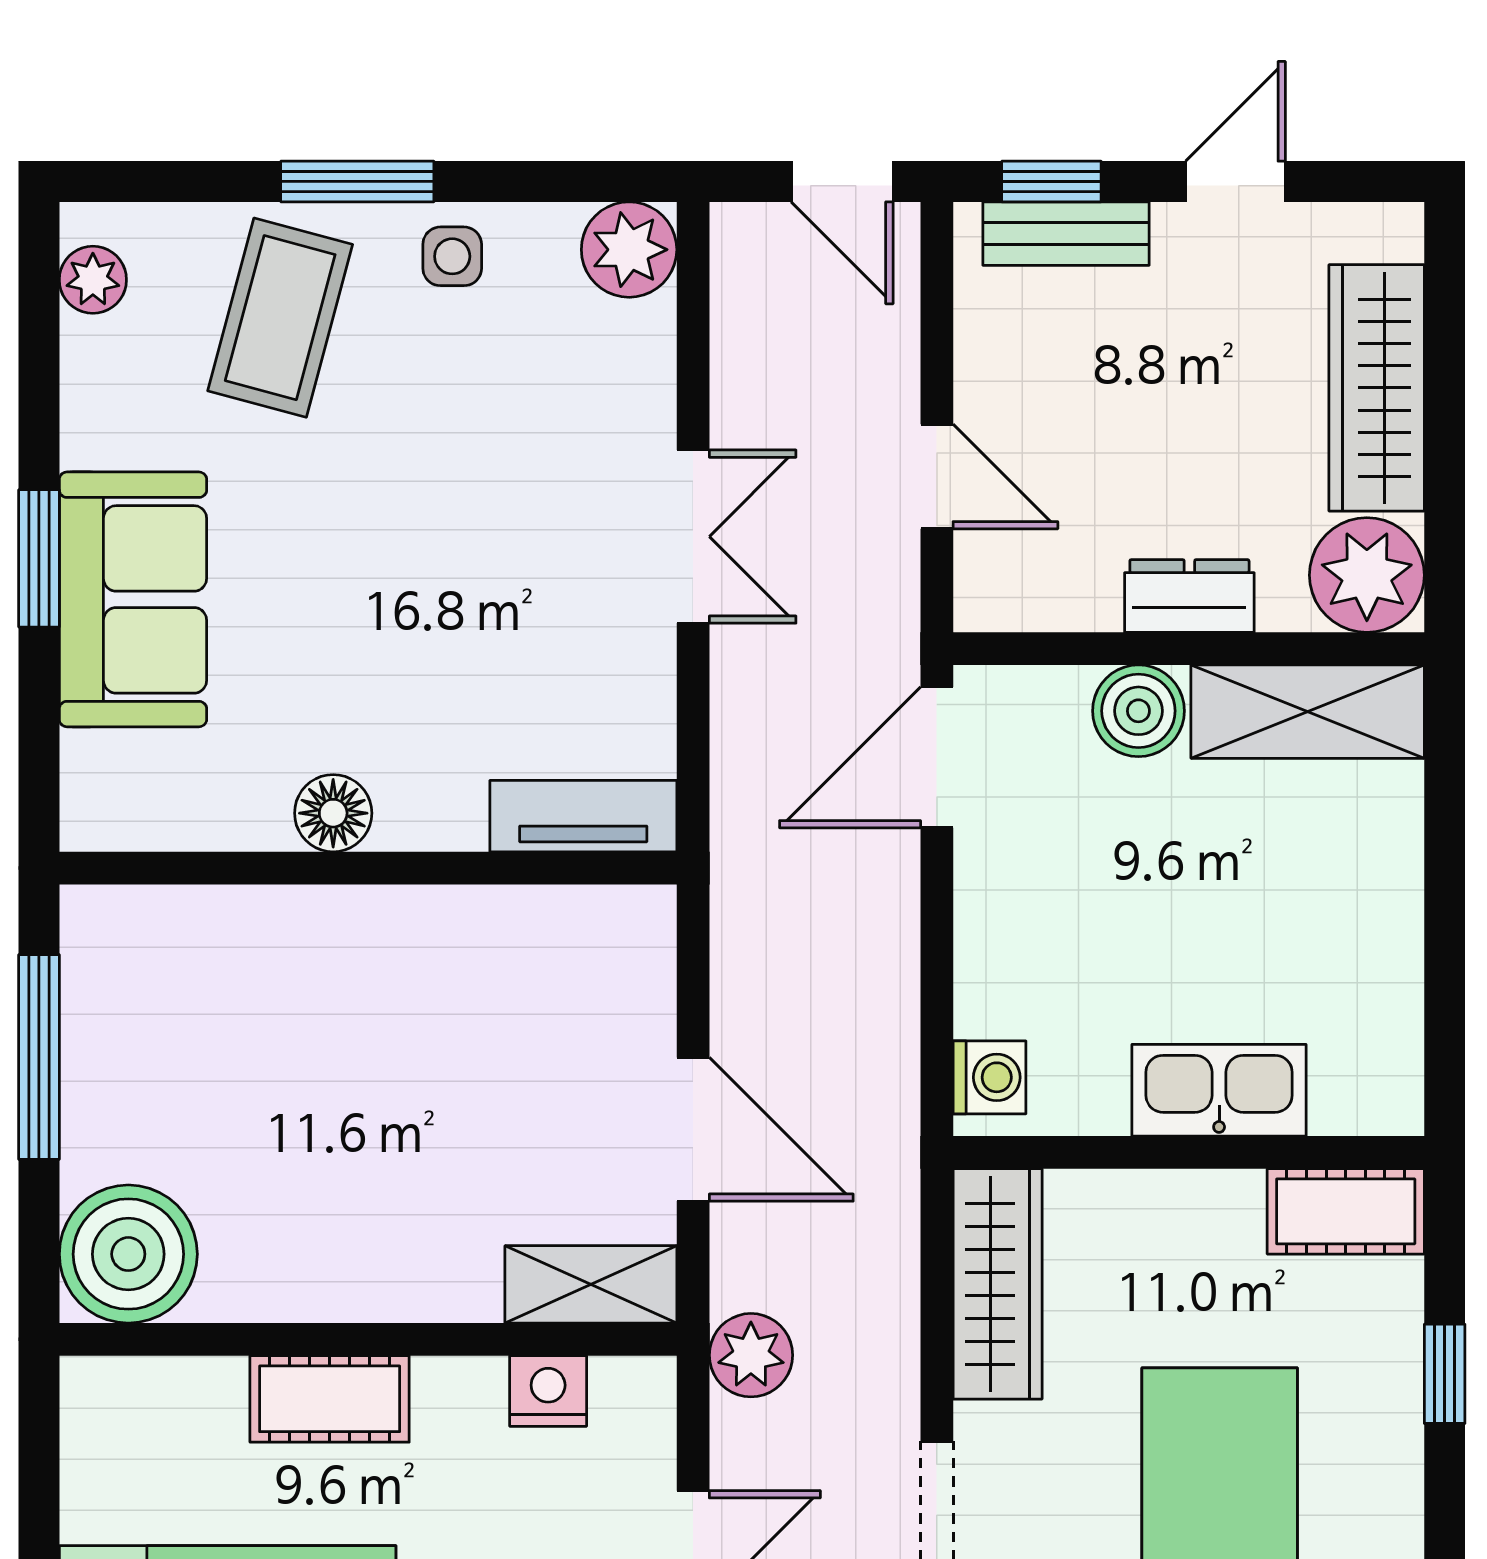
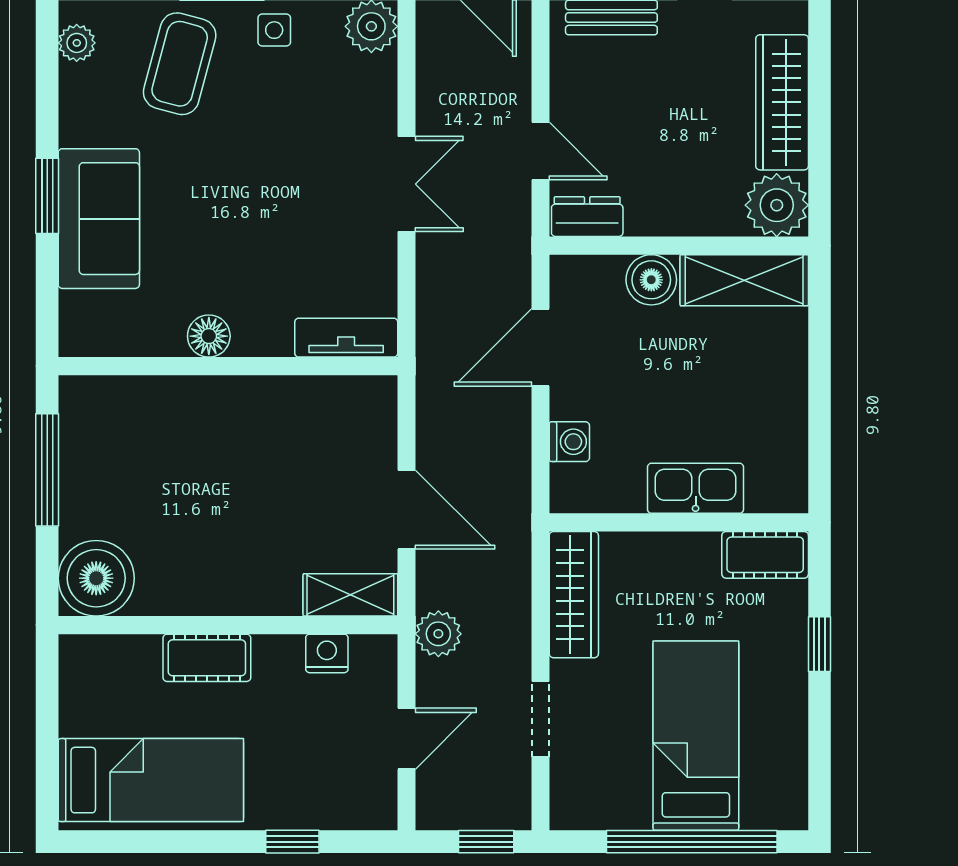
dresser: (1189, 596) -> (587, 217), moved
door: (937, 757) -> (540, 347), moved
washing machine: (989, 1077) -> (569, 442), moved

